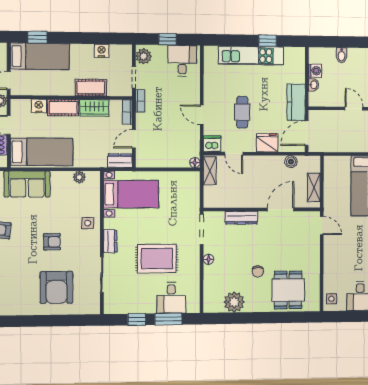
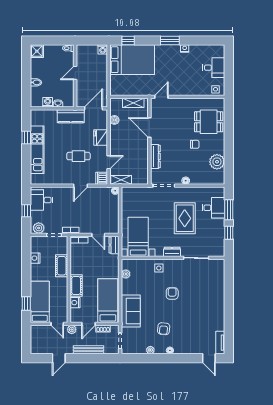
wardrobe: (94, 108) -> (76, 263), removed
door: (307, 133) -> (93, 108), swing flipped
armchair: (56, 287) -> (205, 290), removed

